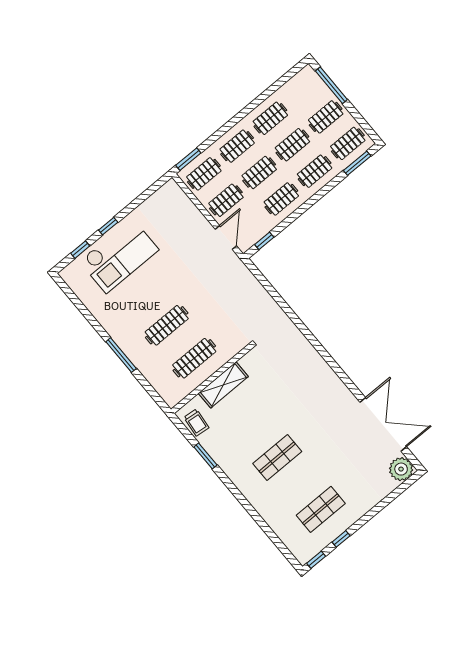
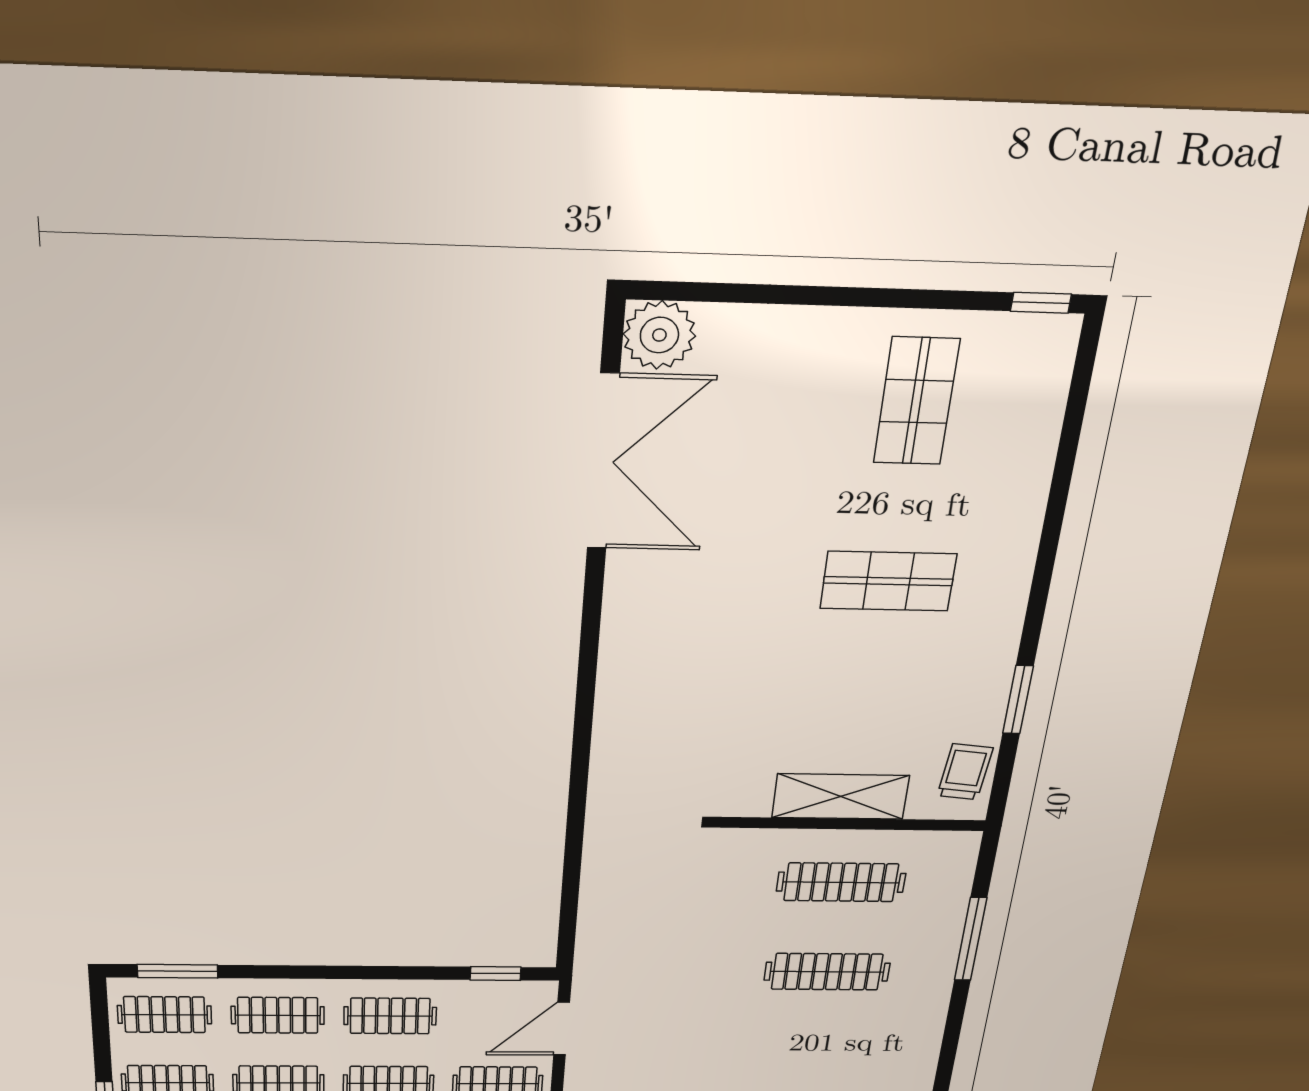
window: (121, 355) -> (971, 939), moved
double door: (383, 424) -> (603, 462), swing flipped
shop shelf: (321, 509) -> (916, 401), turned 90
window: (341, 539) -> (942, 300), removed

